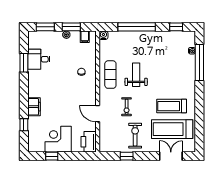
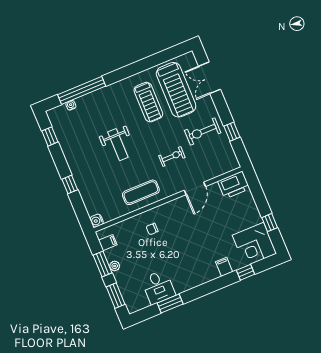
window: (137, 27) -> (70, 184), width x0.32
weight bench: (136, 75) -> (118, 145), moved, turned -90
filing cabinet: (34, 107) -> (224, 267), width x0.50
corner desk: (58, 139) -> (254, 244), moved

